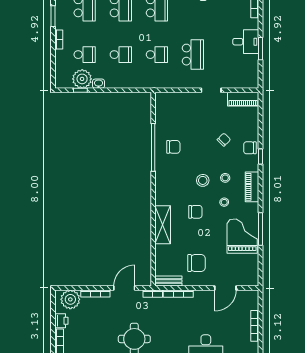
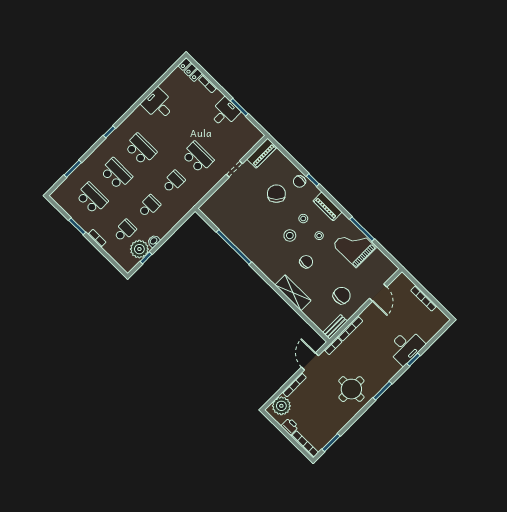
chair: (224, 140) -> (276, 194), width x1.87, depth x1.87
chair: (173, 147) -> (247, 233), removed

